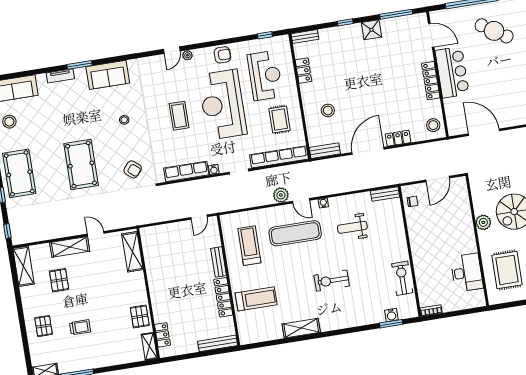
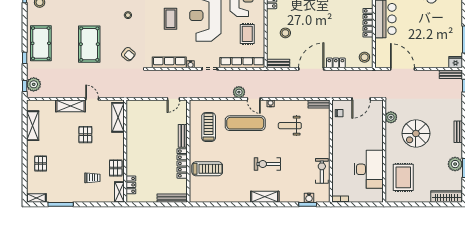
plant: (483, 222) -> (391, 117), moved
plant: (19, 227) -> (34, 84), added
shelving: (24, 266) -> (33, 126), moved
desk: (467, 273) -> (369, 169), width x1.36, depth x1.30
pallet: (59, 280) -> (85, 135), moved
trolley: (80, 327) -> (92, 178), moved
shelving: (301, 328) -> (265, 197), moved

